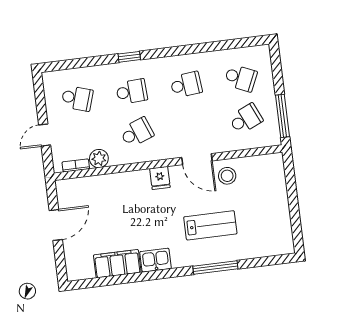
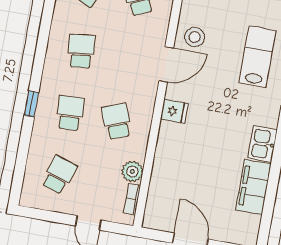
lab bench: (210, 225) -> (257, 57), moved

